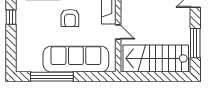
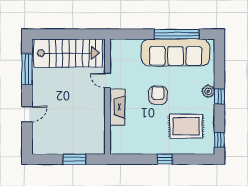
plant: (22, 22) -> (208, 91), added
sofa: (76, 59) -> (176, 52), moved

